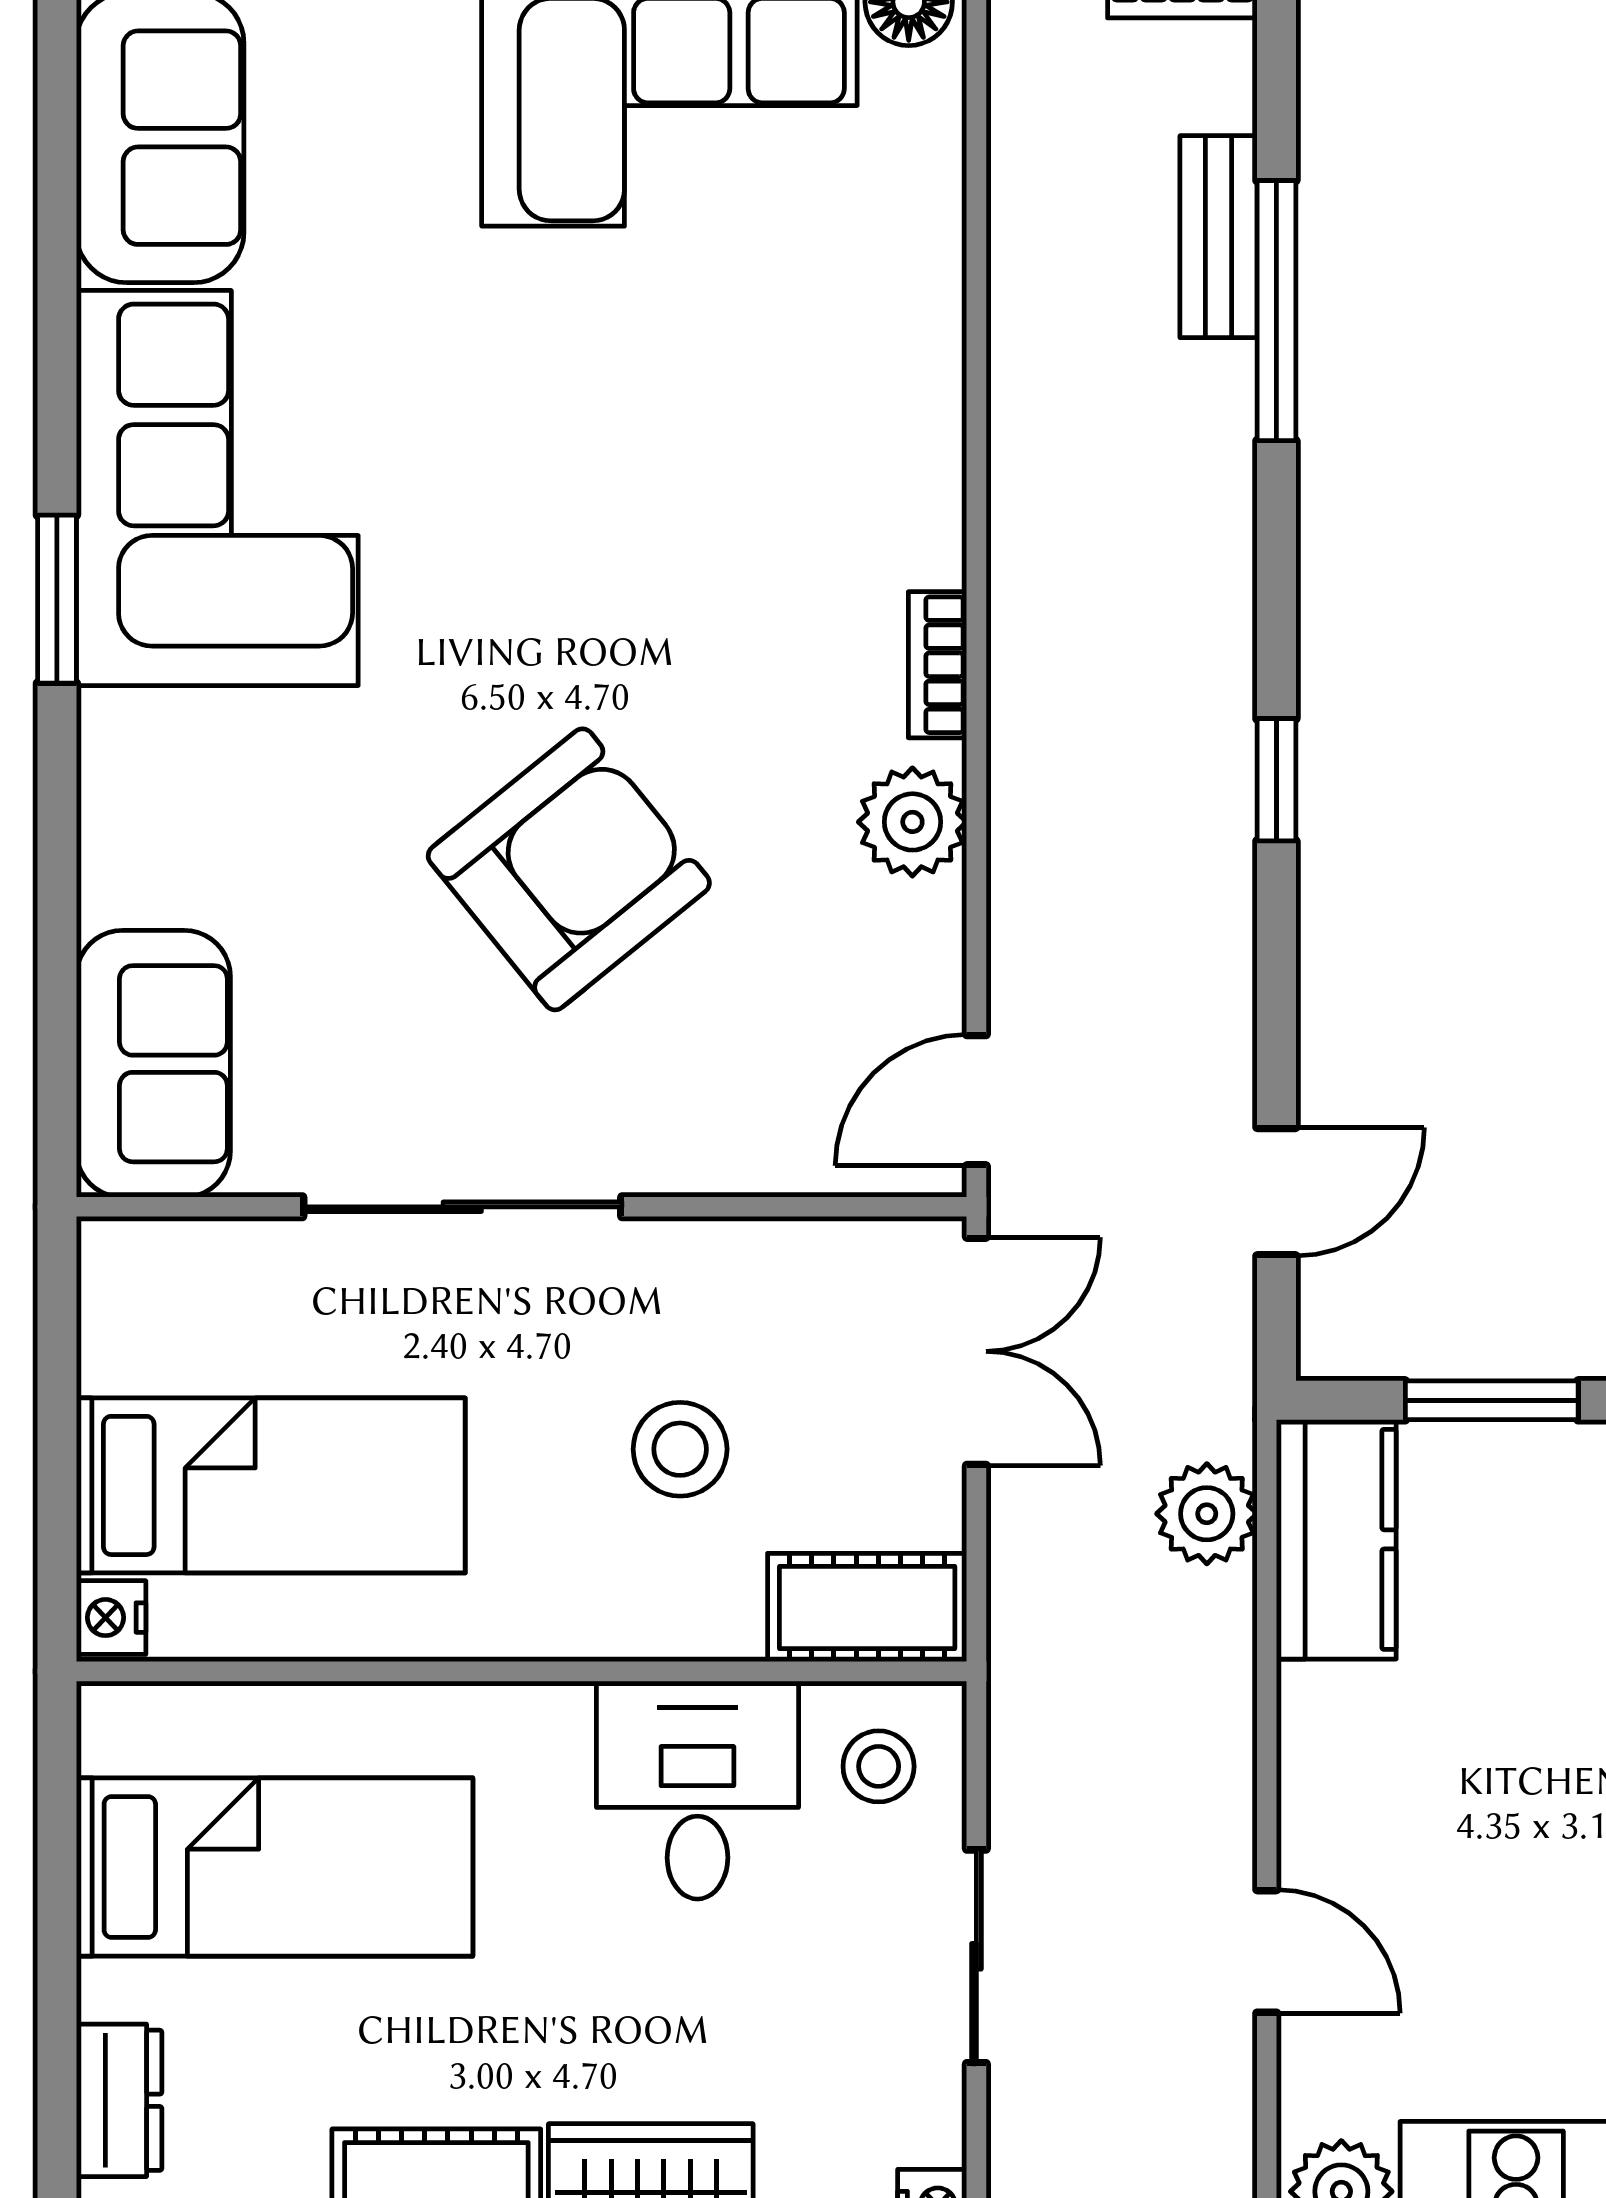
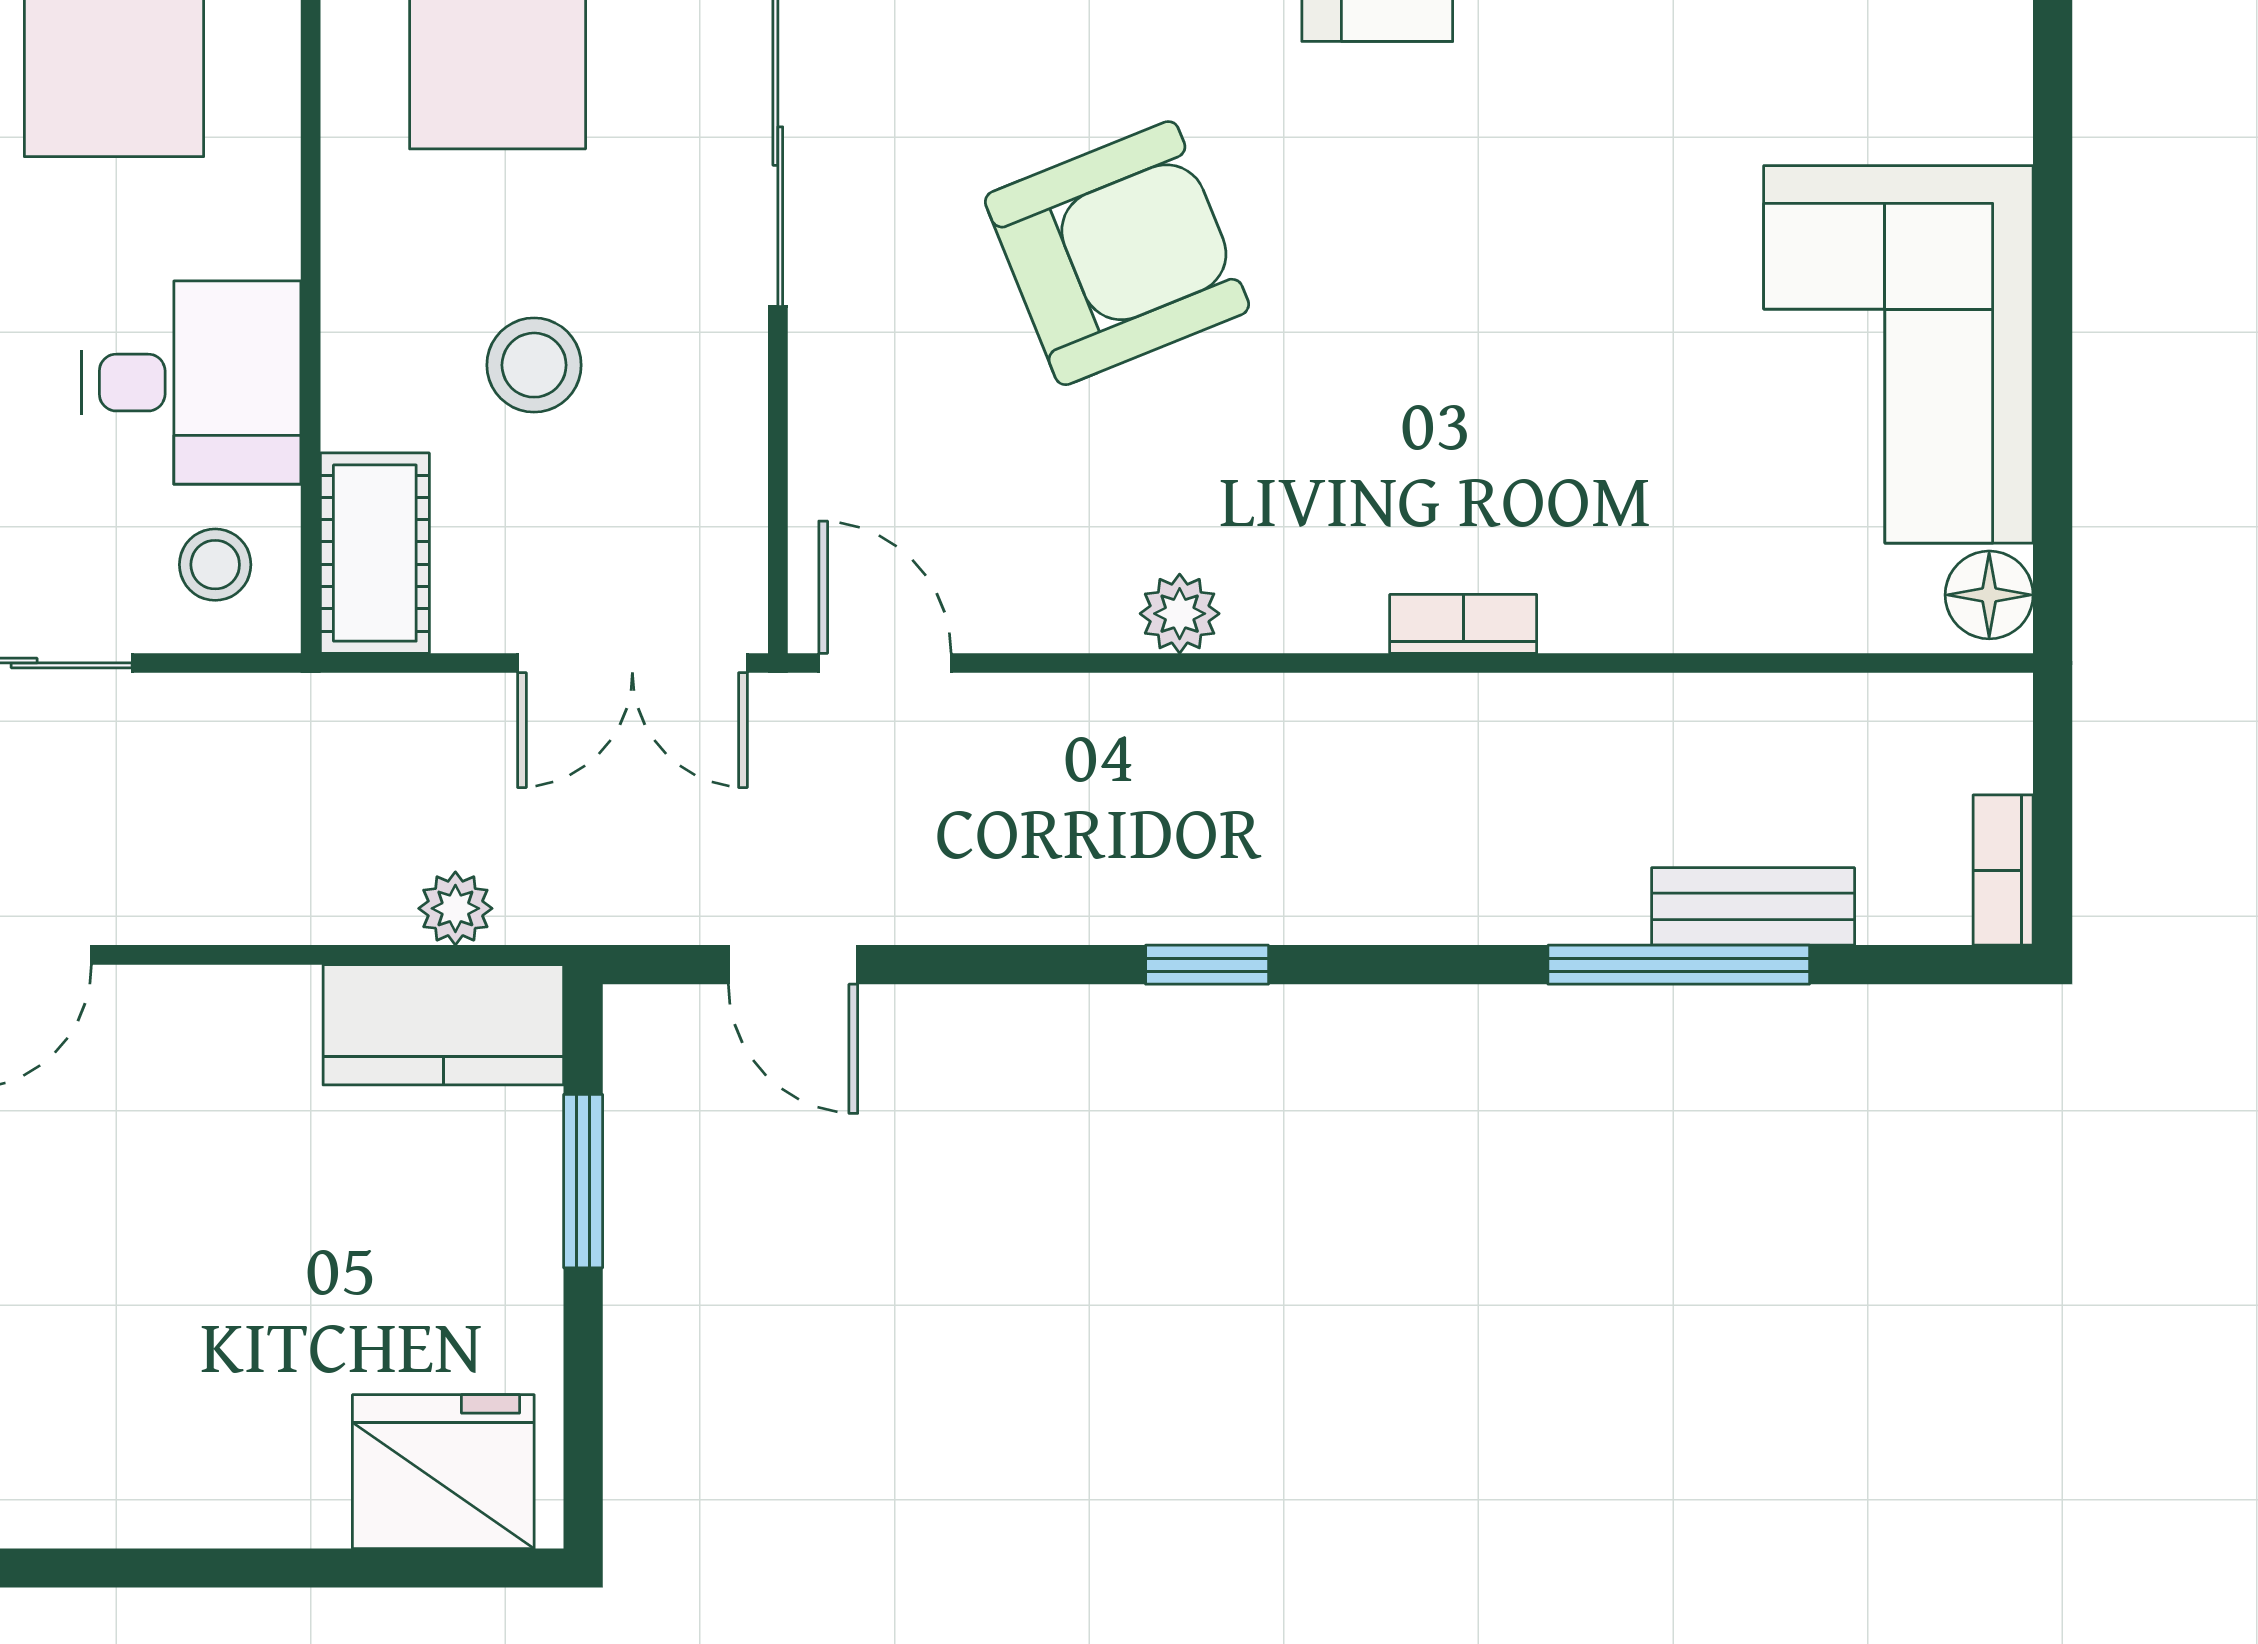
bookcase: (938, 665) -> (1463, 624), moved
plant: (912, 822) -> (1180, 614), width x0.73, depth x0.73
armchair: (569, 869) -> (1117, 253), turned -73
plant: (1207, 1514) -> (455, 908), width x0.73, depth x0.73

